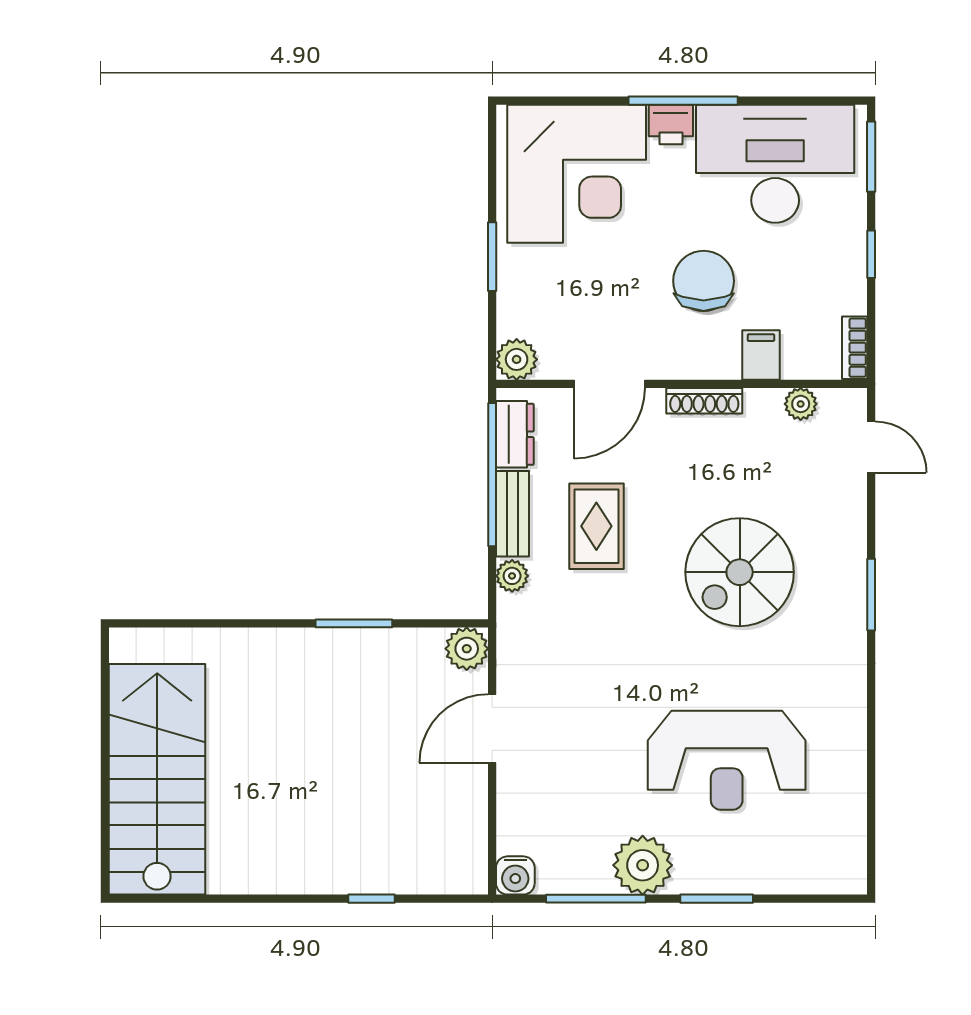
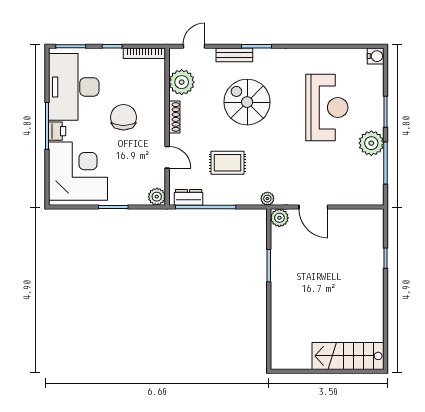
chair: (704, 281) -> (123, 117), turned 90
bookcase: (855, 348) -> (144, 53), width x1.56
filing cabinet: (761, 355) -> (155, 93), removed
door: (609, 384) -> (167, 157), width x0.73
plant: (801, 404) -> (182, 82), width x1.88, depth x1.88
bench: (512, 514) -> (234, 55), moved
spiral stairs: (740, 572) -> (247, 102), turned 180
plant: (512, 576) -> (267, 199), moved
stairs: (157, 779) -> (348, 356), width x0.73, depth x0.66
water cooler: (515, 875) -> (376, 56), moved

